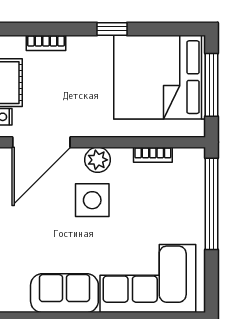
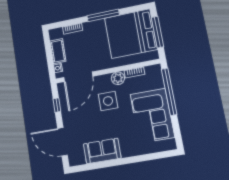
window: (112, 29) -> (103, 15), width x2.17
plant: (98, 160) -> (118, 78), moved
corner sofa: (148, 279) -> (152, 116), moved, turned -90

